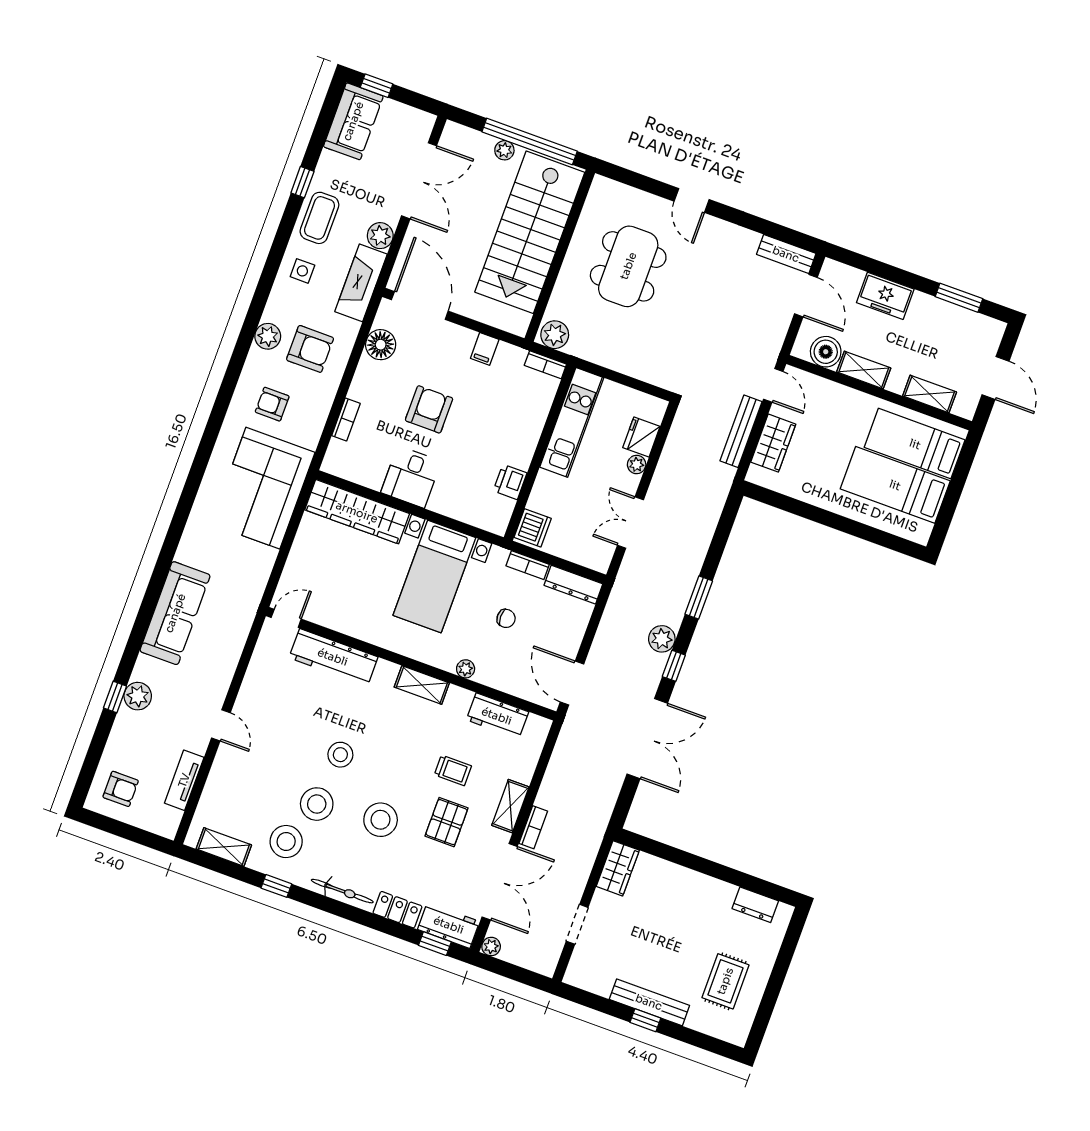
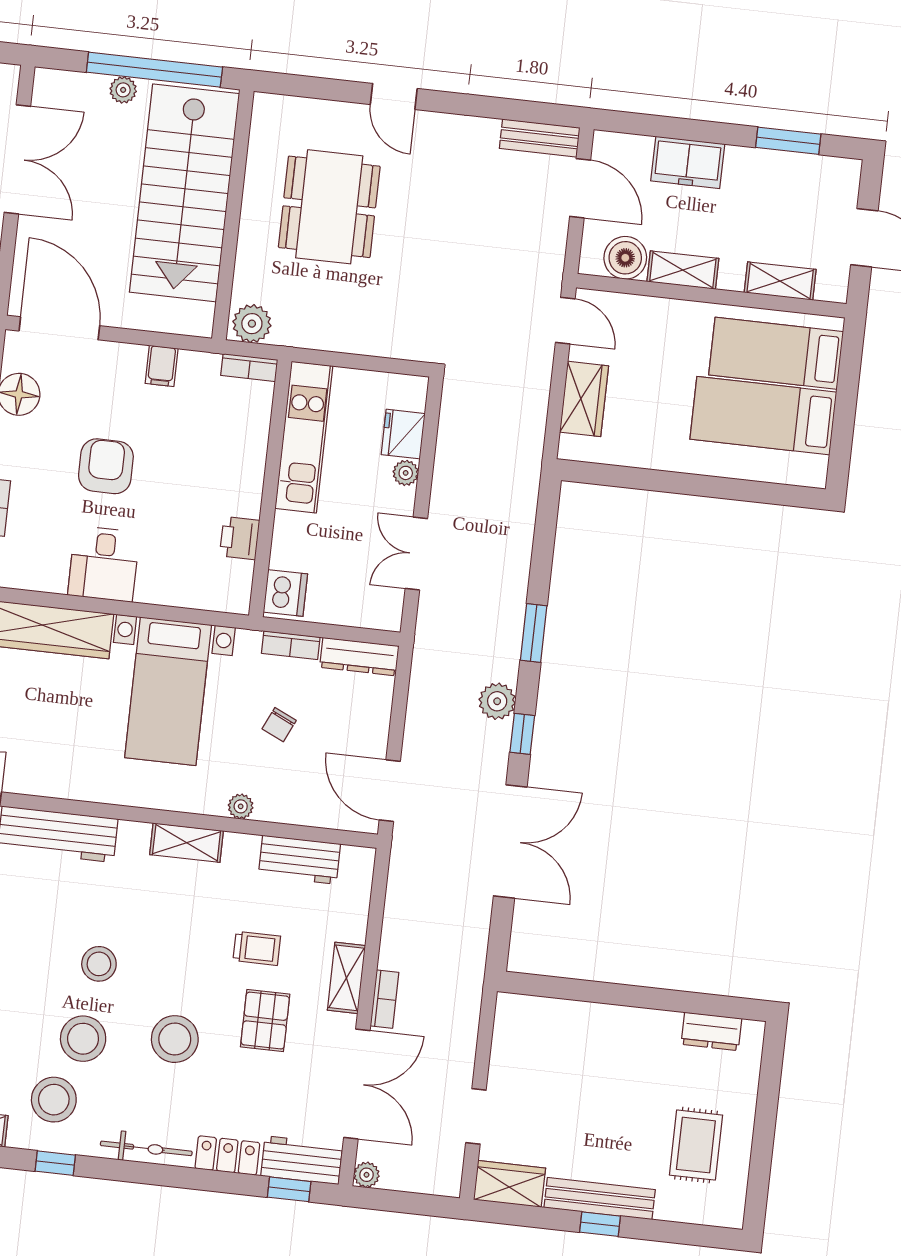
bench: (741, 431) -> (536, 394), removed
chair: (506, 618) -> (279, 725), turned 115
wardrobe: (618, 868) -> (510, 1184), moved, turned -90

